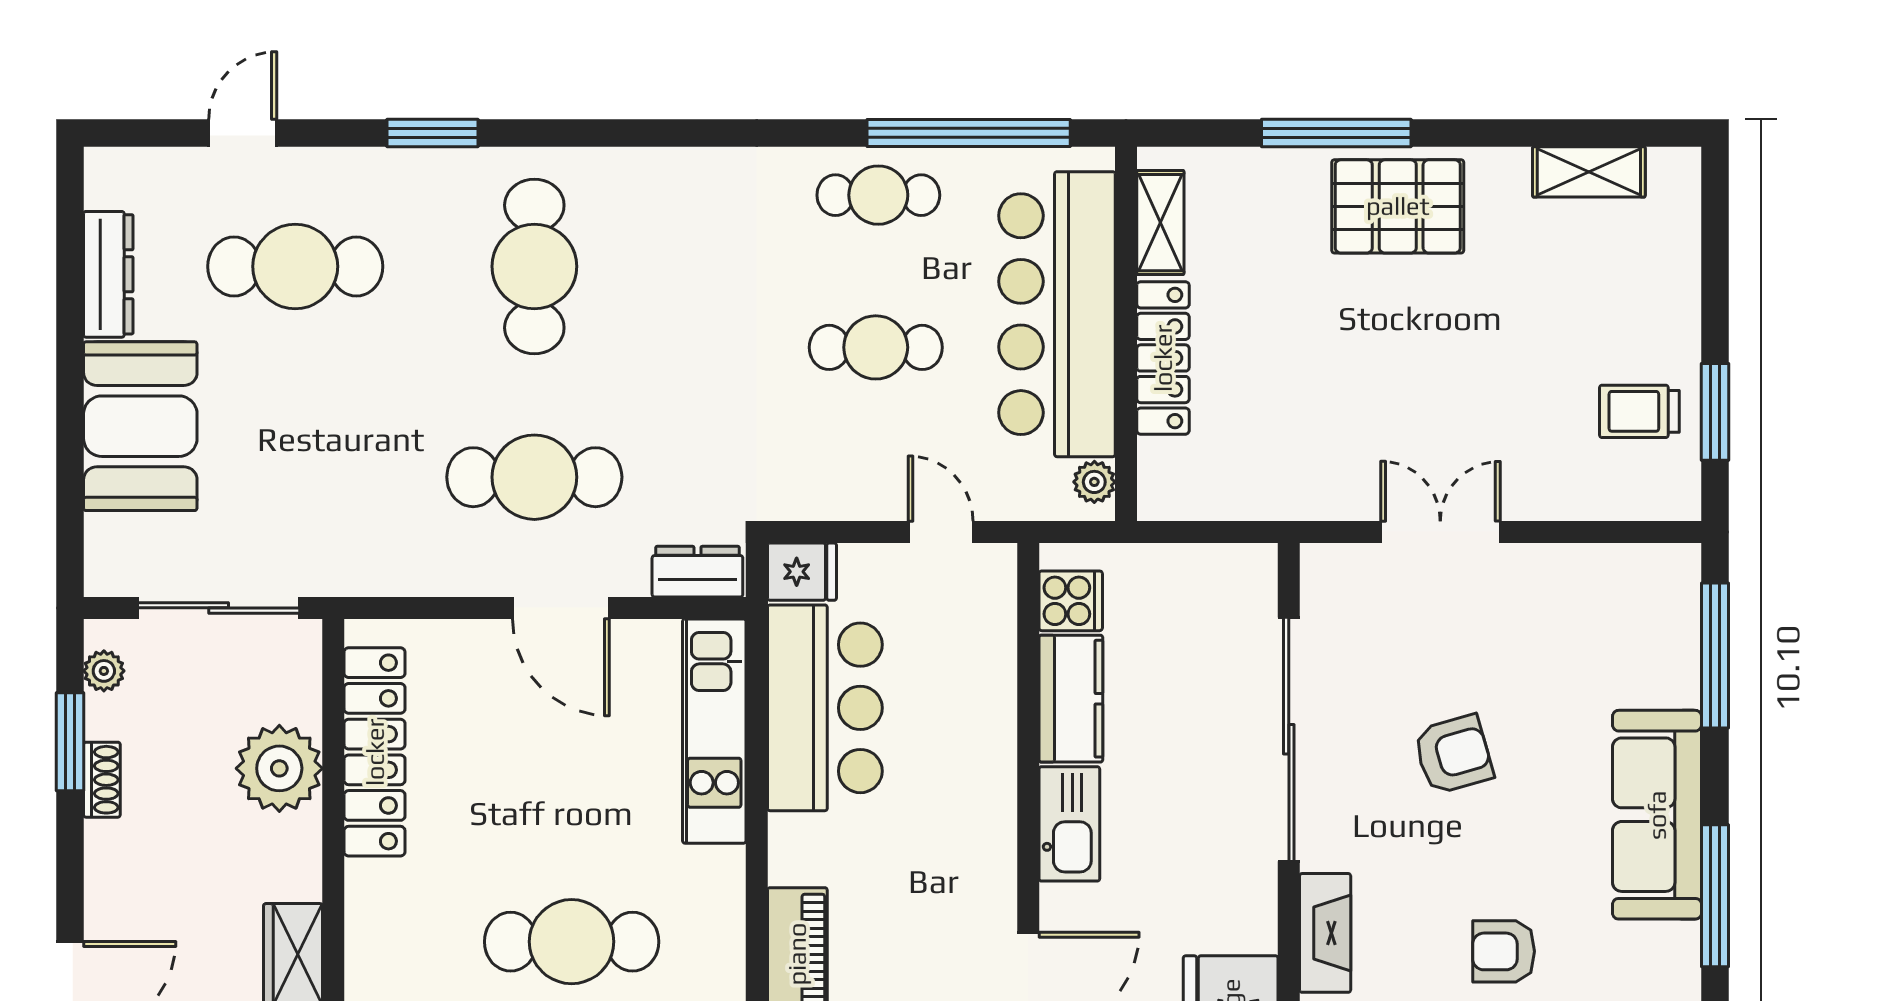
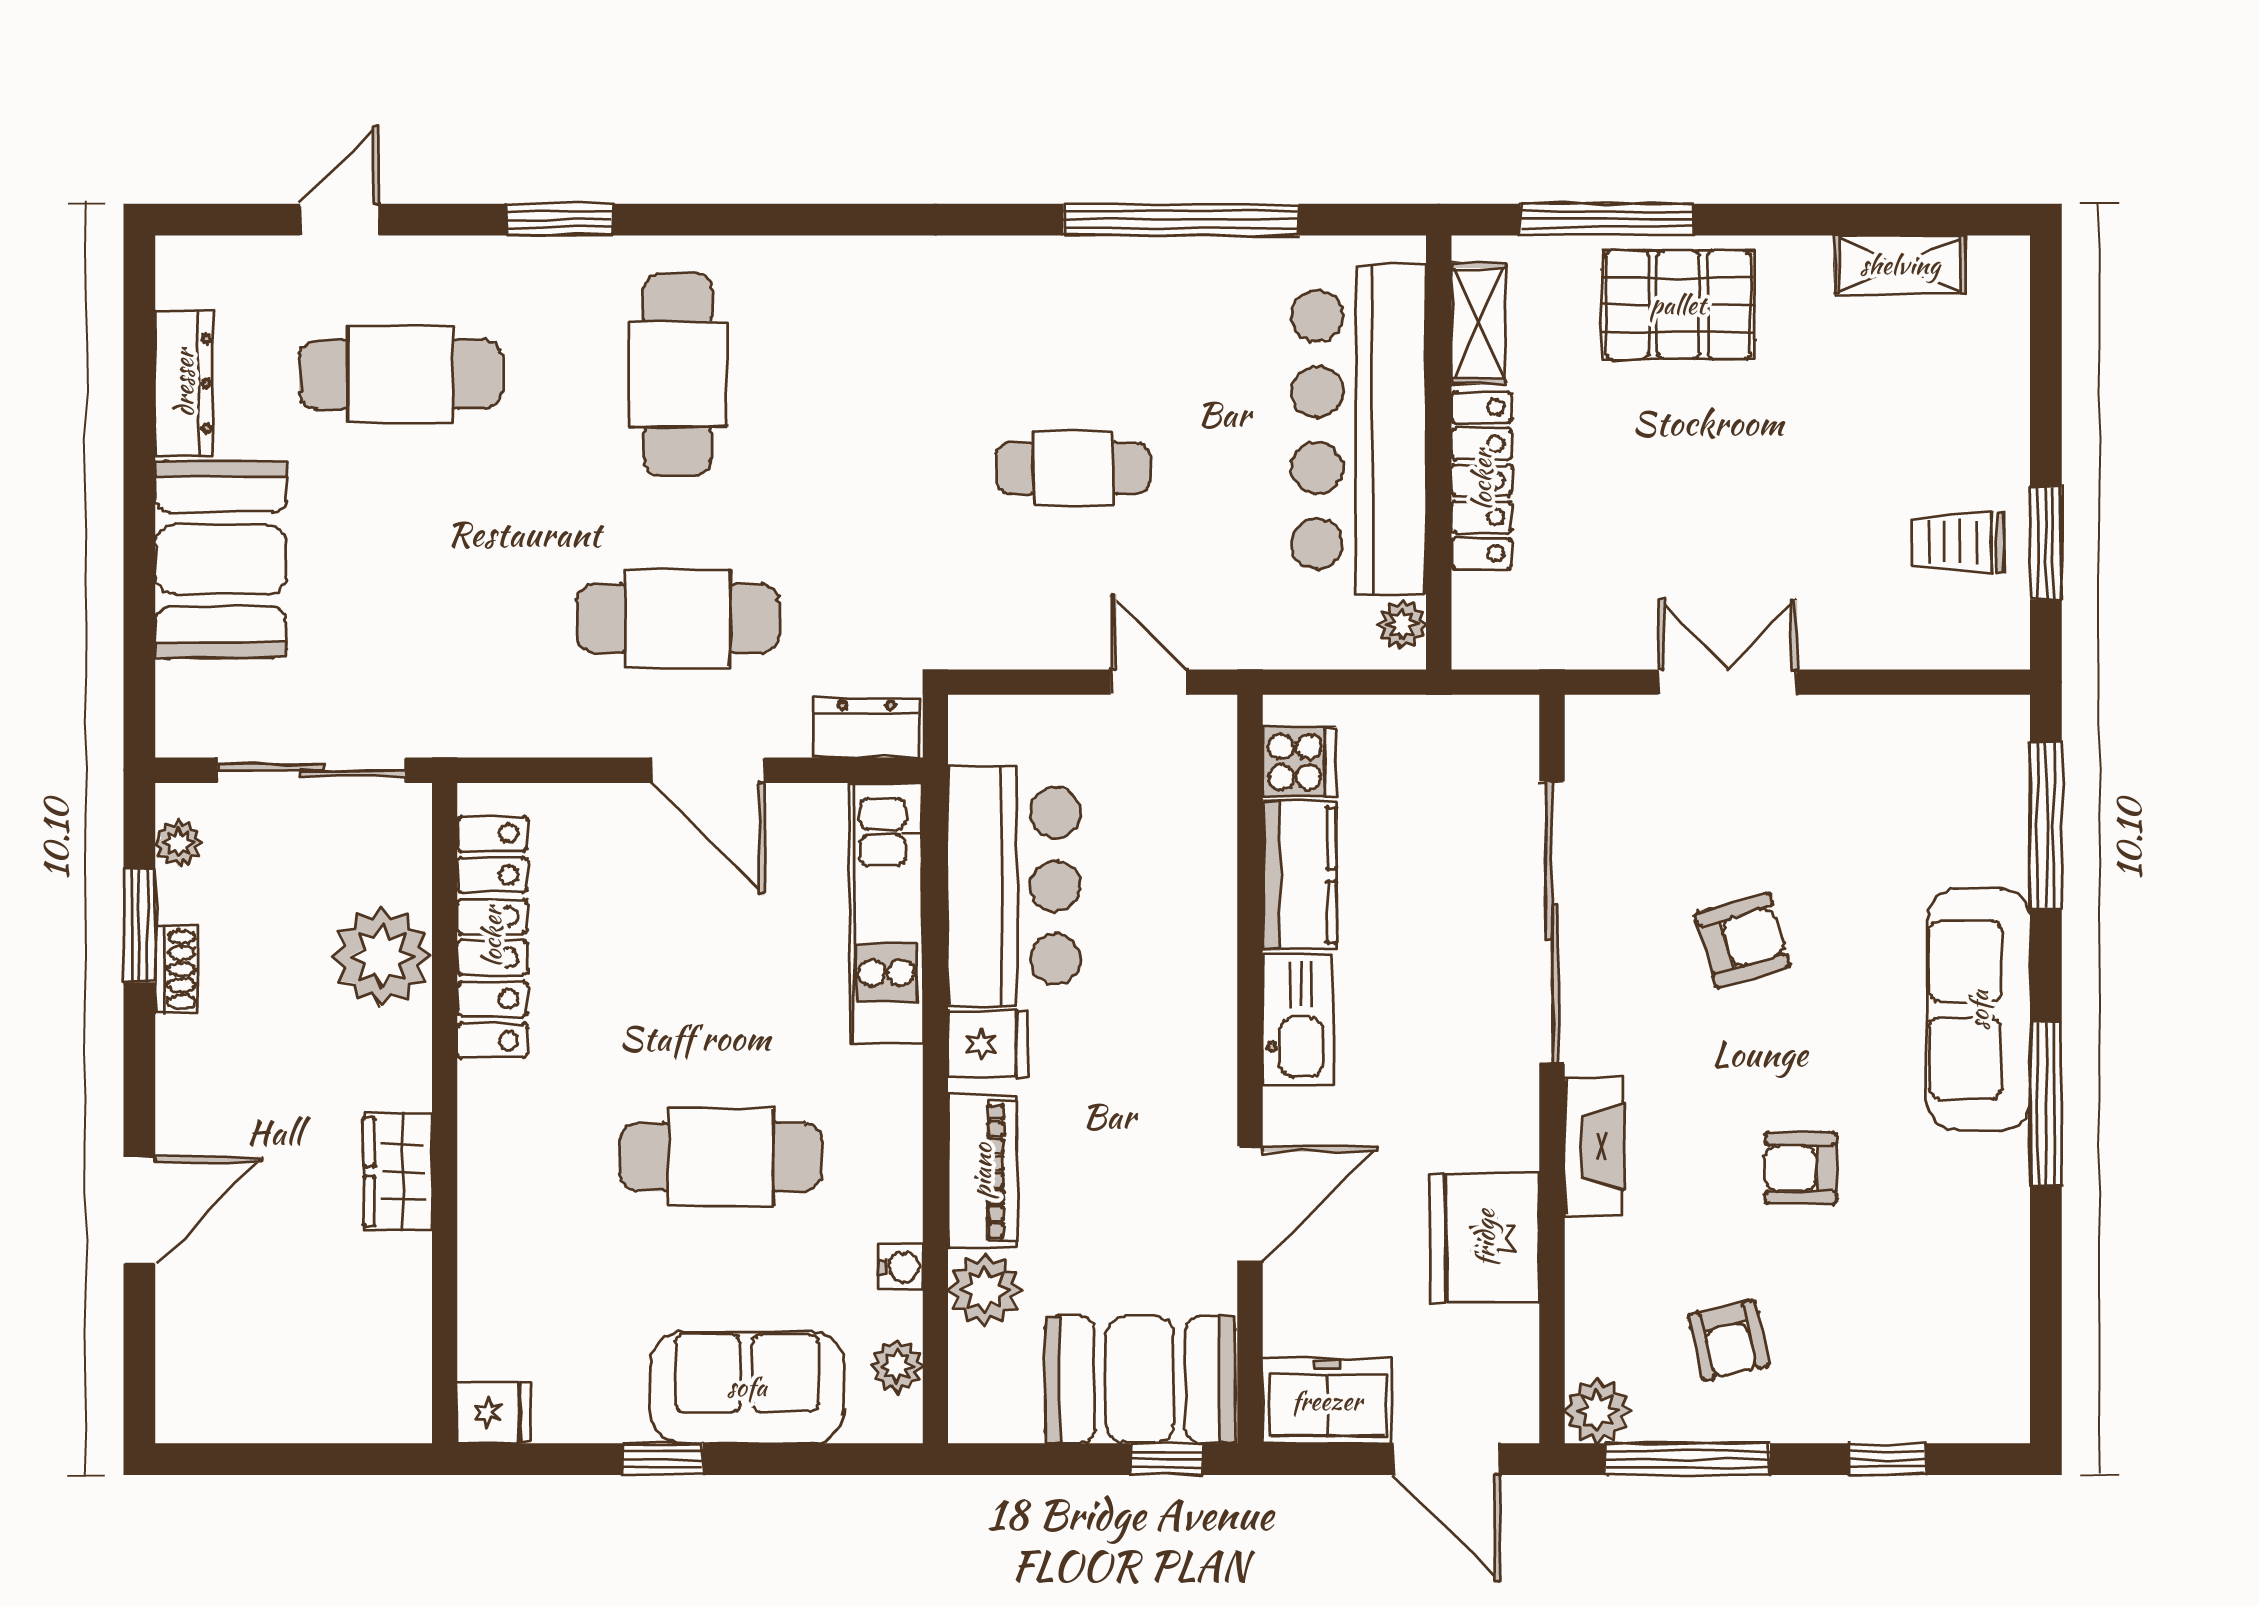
cafe table: (878, 195) -> (1076, 292), removed
shelving: (1160, 223) -> (1479, 323), moved
bar counter: (1057, 314) -> (1359, 430), moved
wall: (1126, 334) -> (1439, 452), moved
locker: (1163, 358) -> (1482, 480), moved
plant: (1094, 482) -> (1402, 624), moved
fridge: (802, 572) -> (988, 1044), moved

